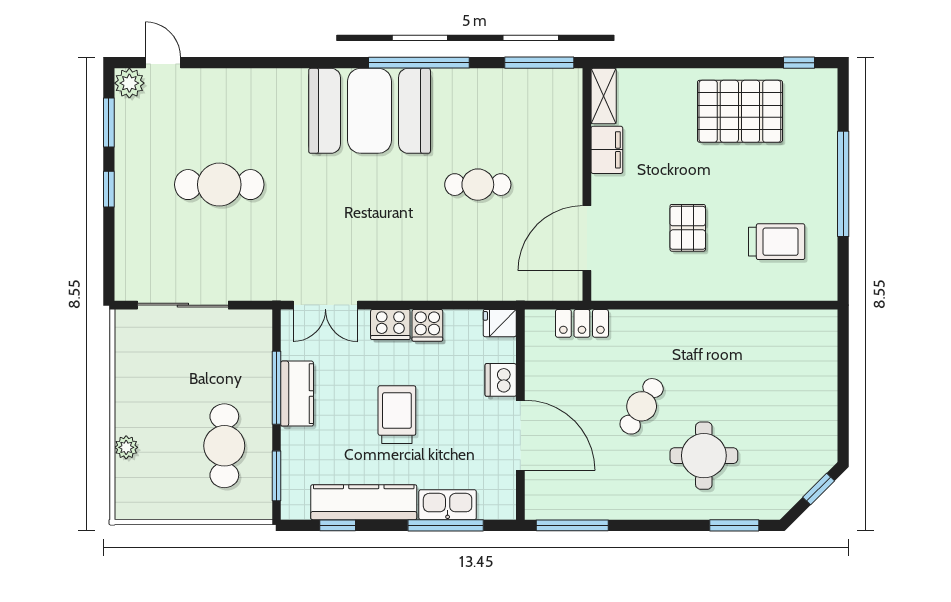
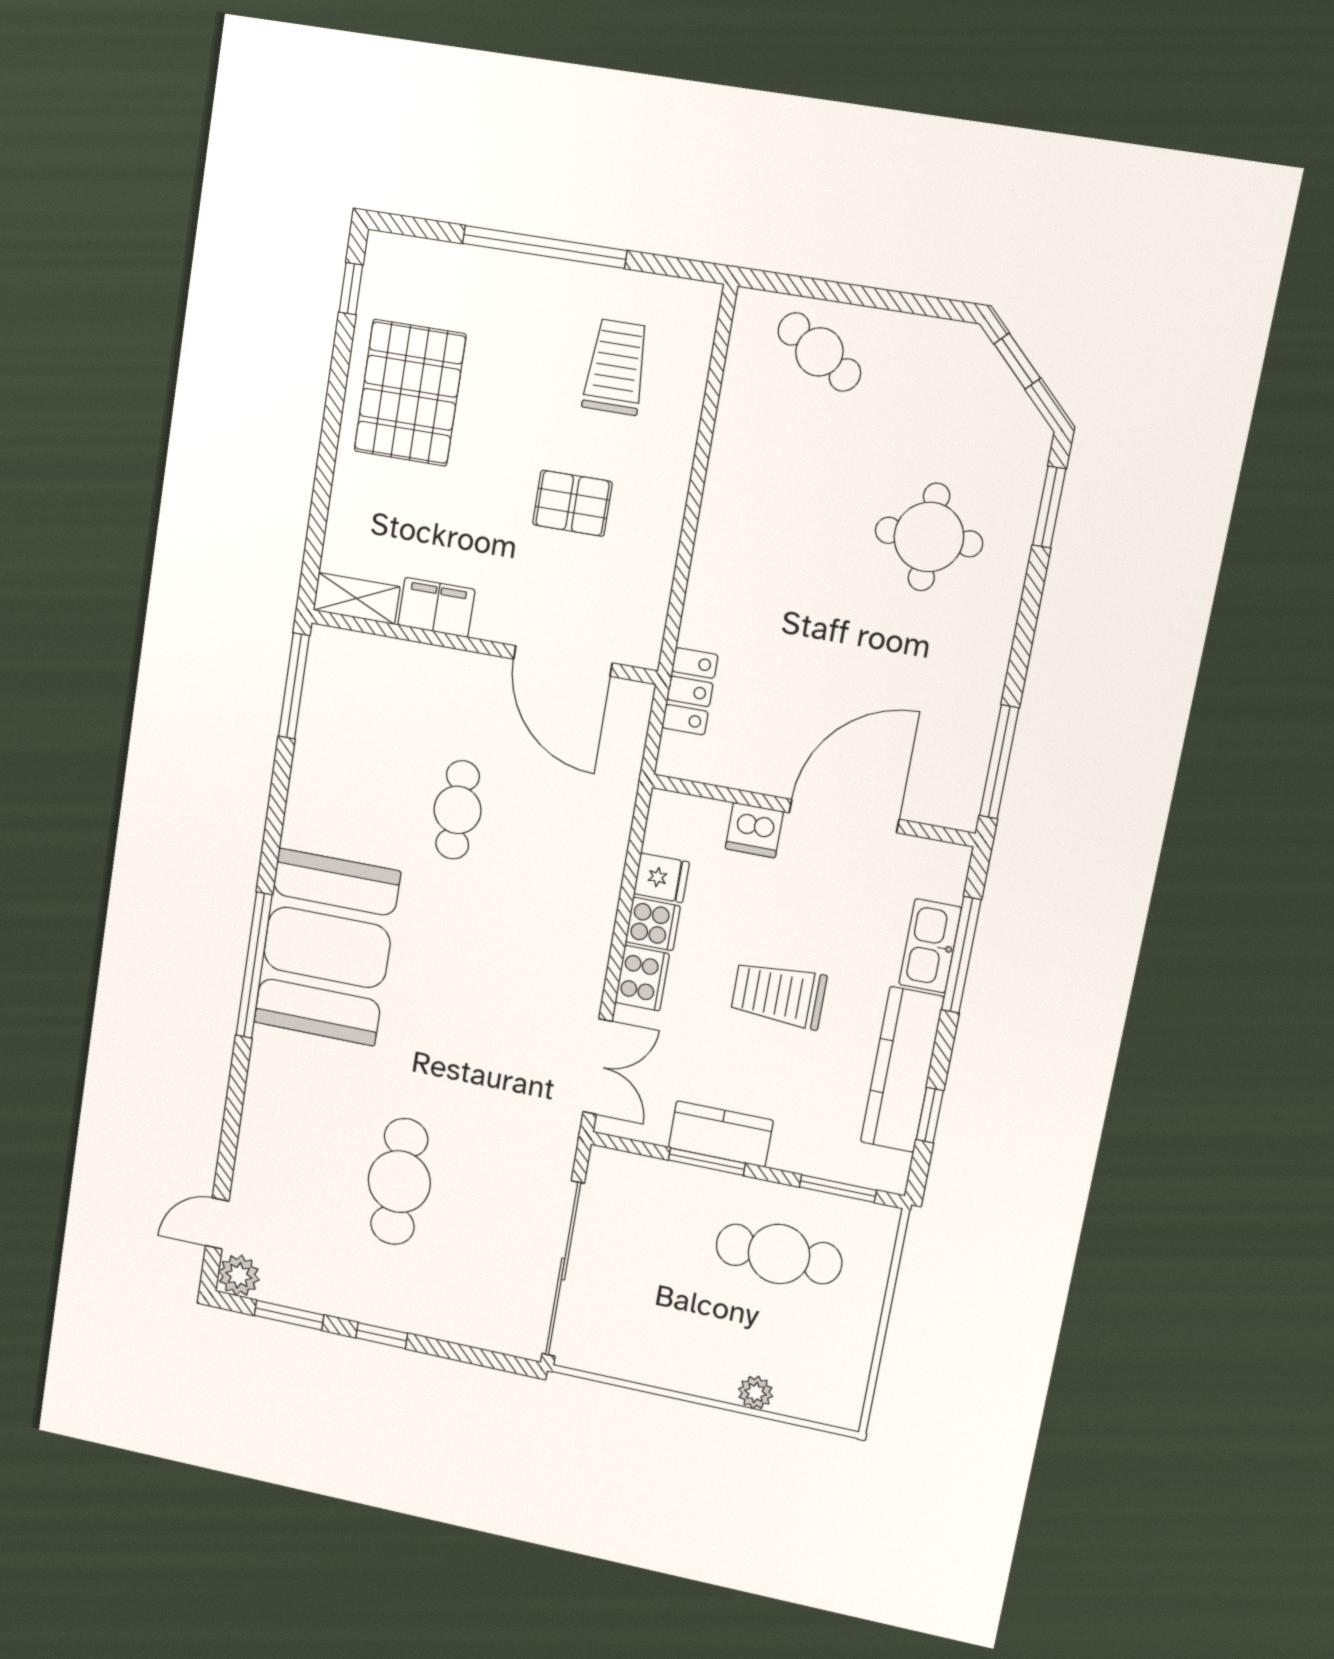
window: (419, 63) -> (254, 965), moved
sliding door: (183, 305) -> (563, 1269), width x1.36
fridge: (500, 323) -> (661, 878), moved, turned -90
window: (277, 388) -> (707, 1162), width x0.69
cafe table: (642, 406) -> (819, 352), moved

